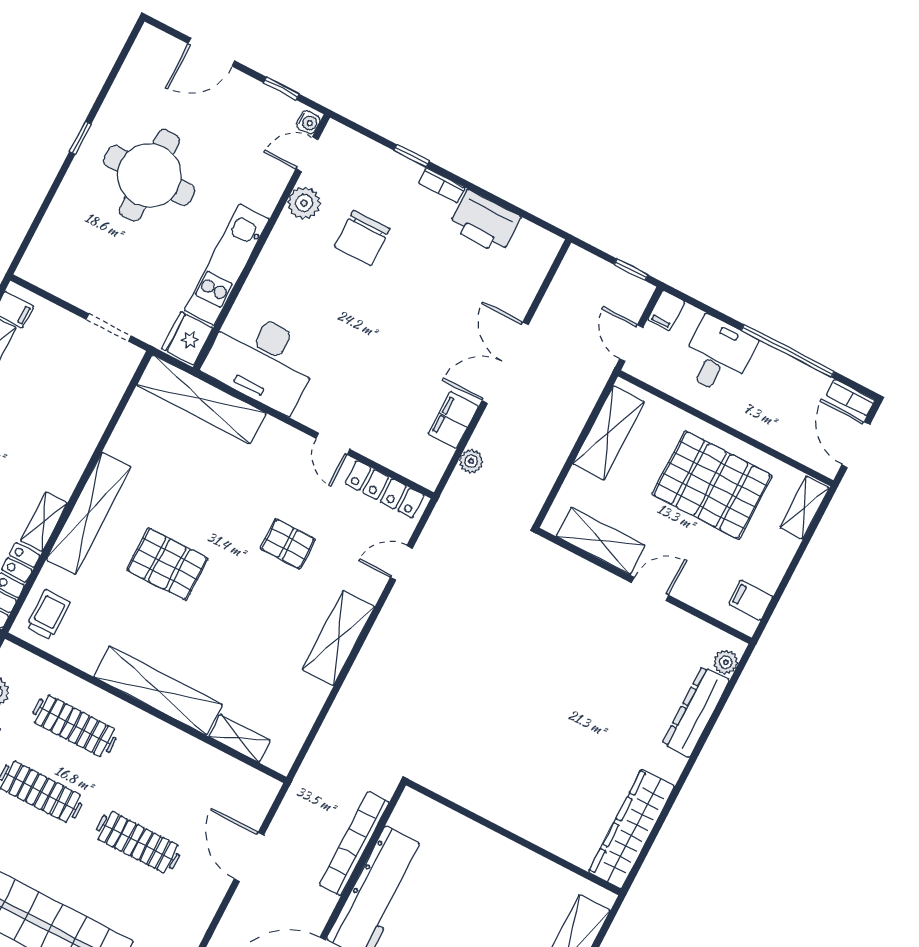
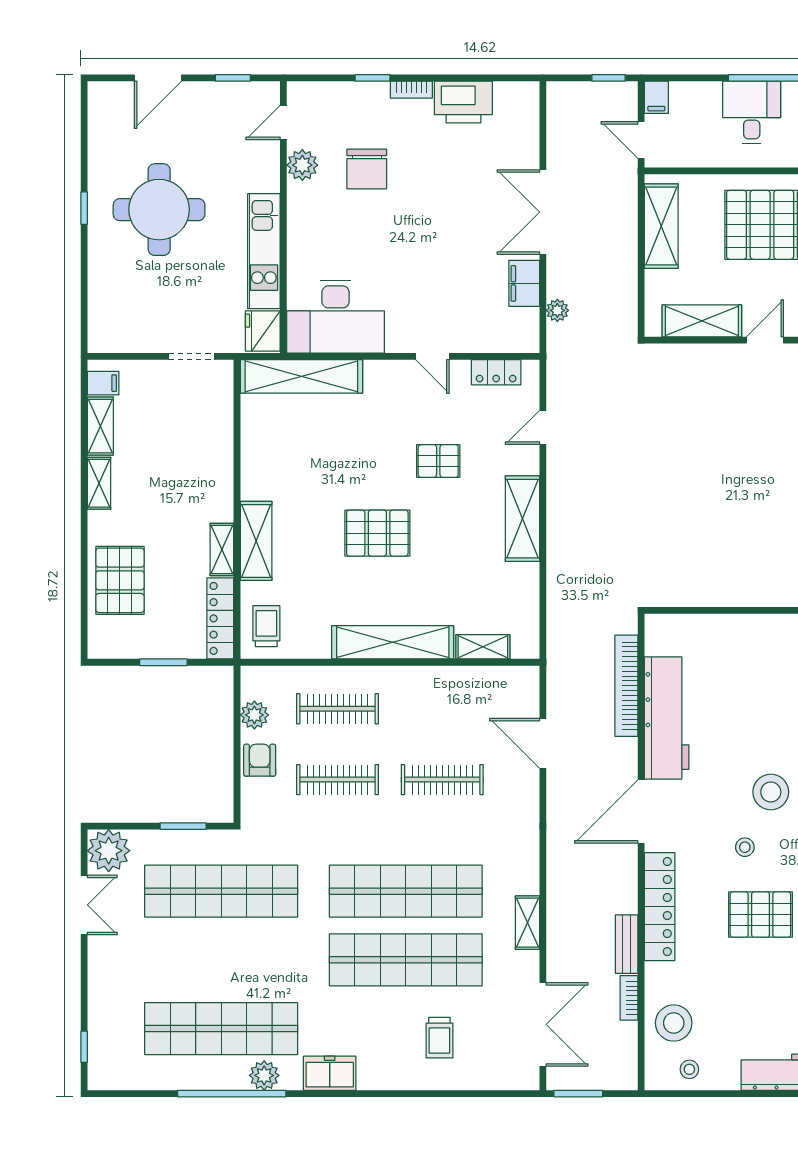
water cooler: (308, 122) -> (270, 95), removed
desk: (718, 355) -> (752, 113), moved
locker: (384, 489) -> (496, 372), width x0.66
shelving: (89, 513) -> (256, 541), width x0.68
pallet: (167, 564) -> (377, 533), moved

